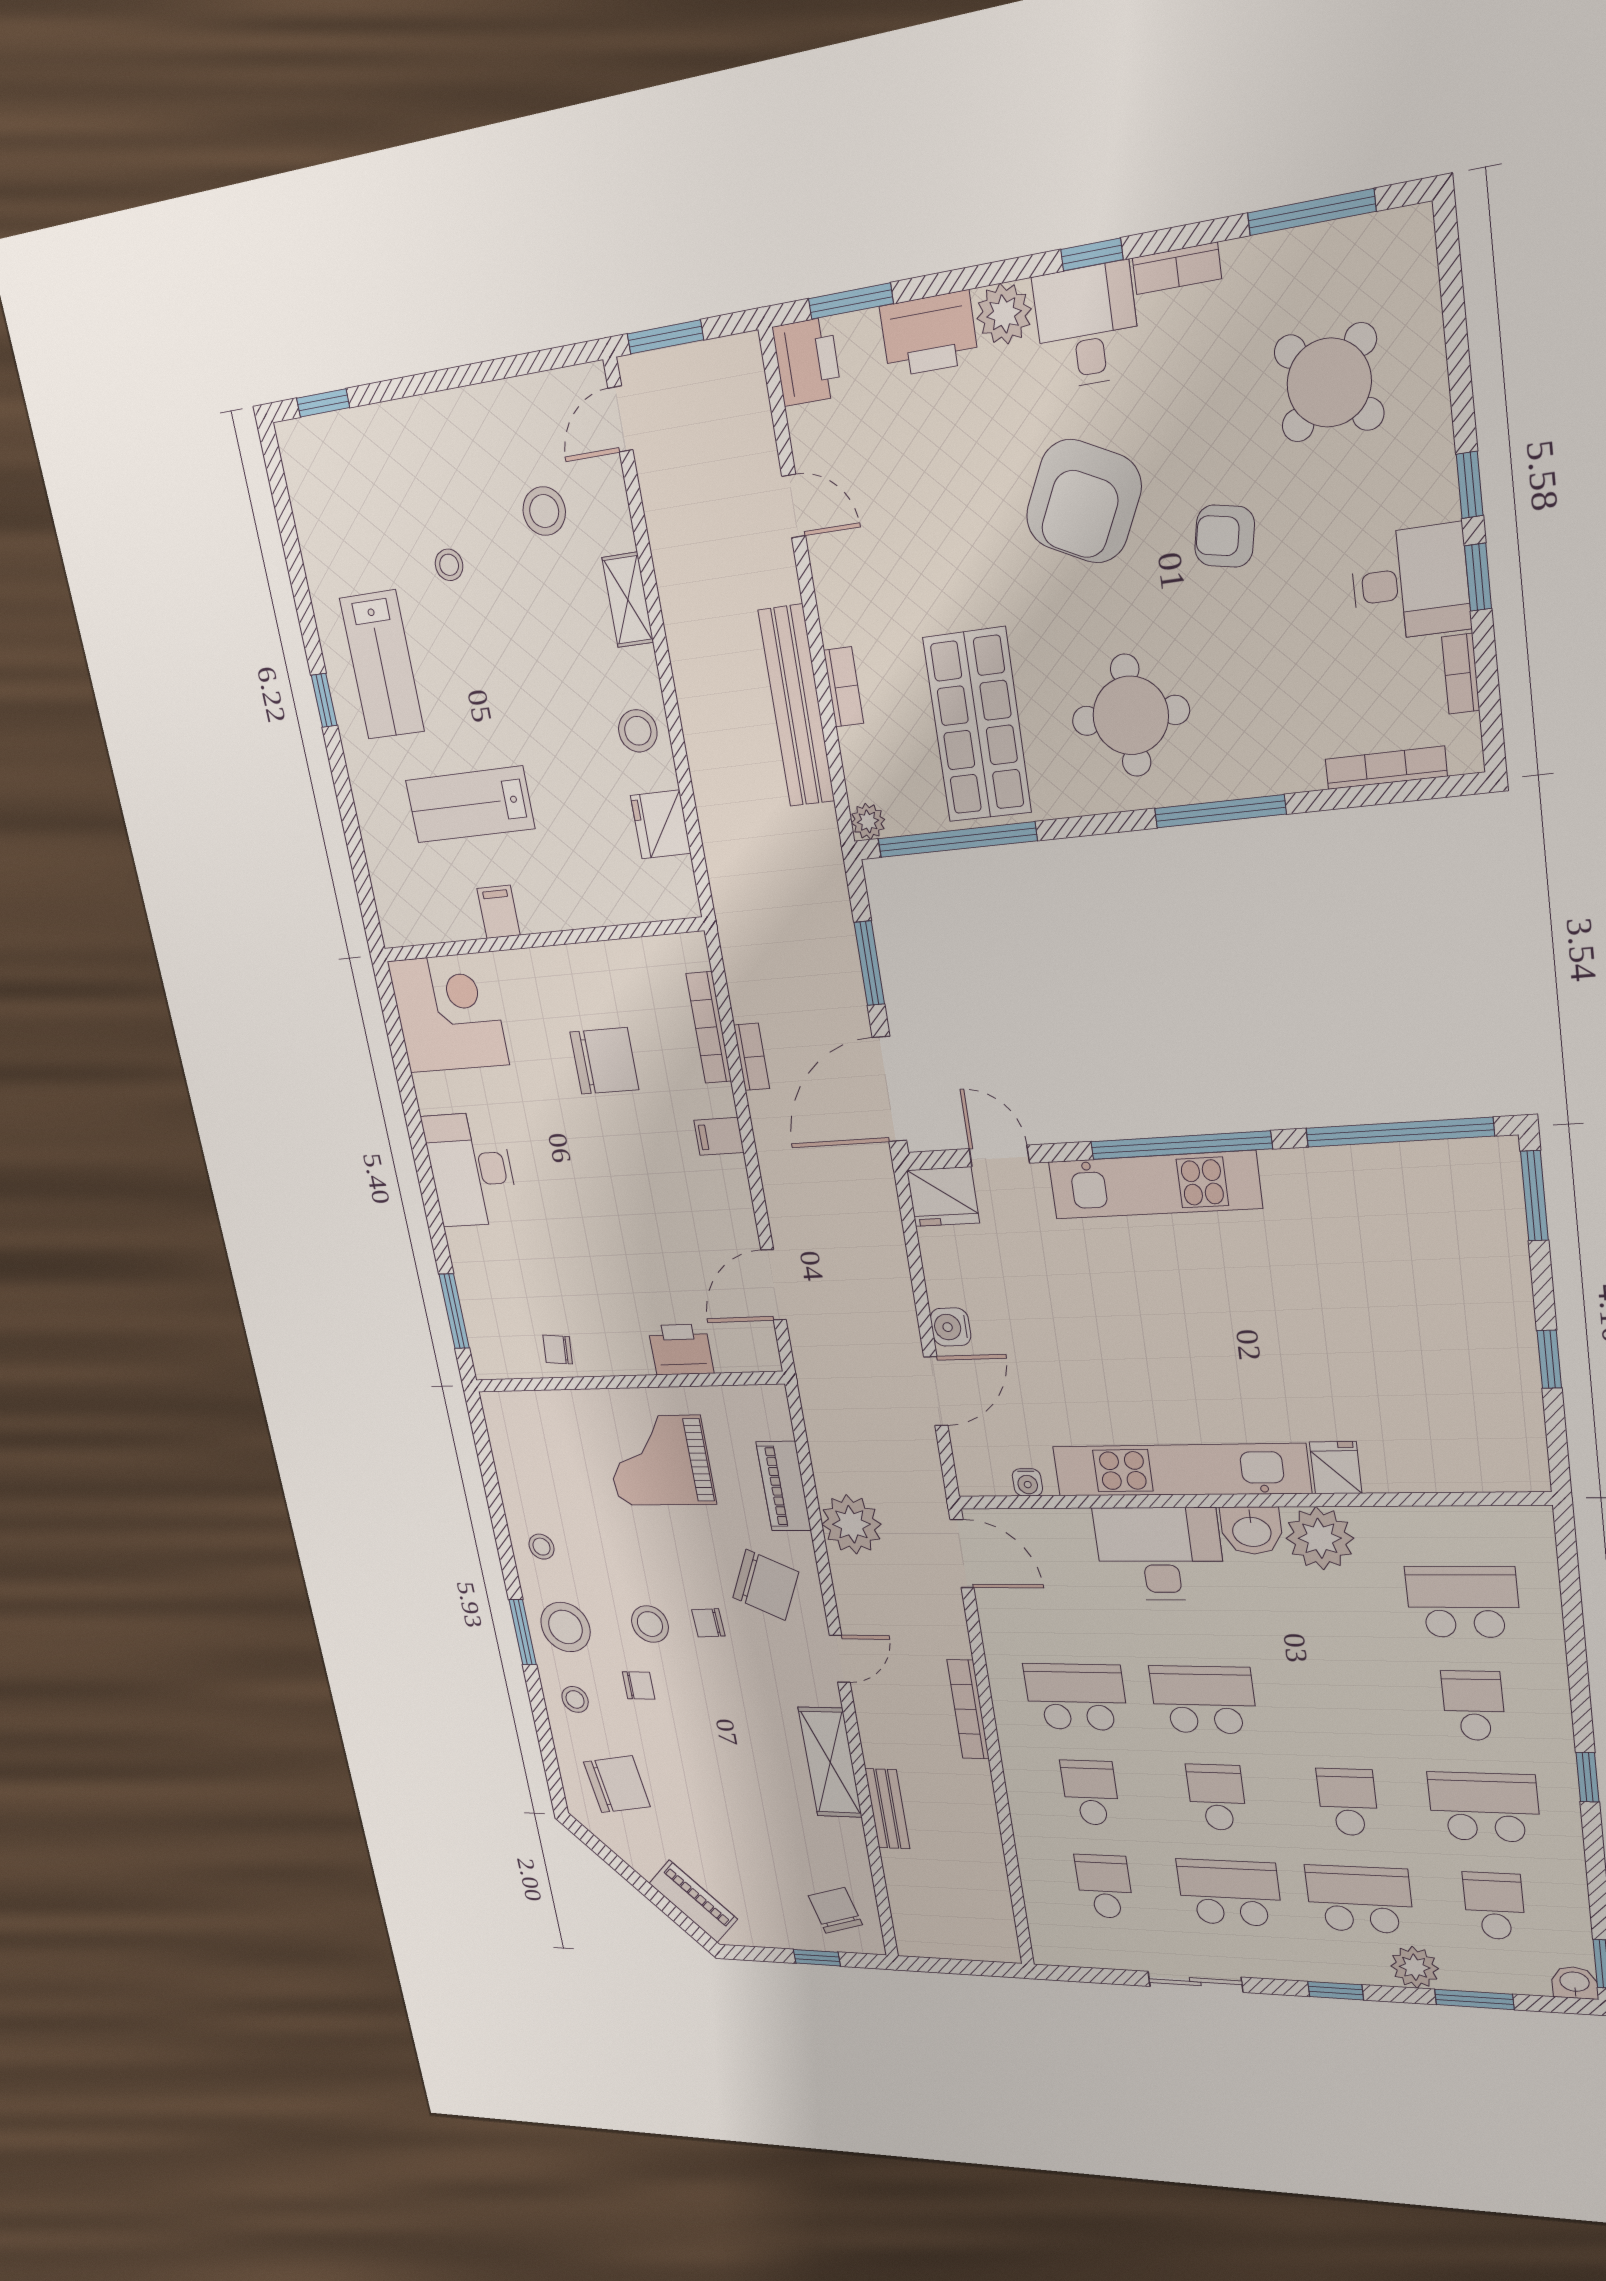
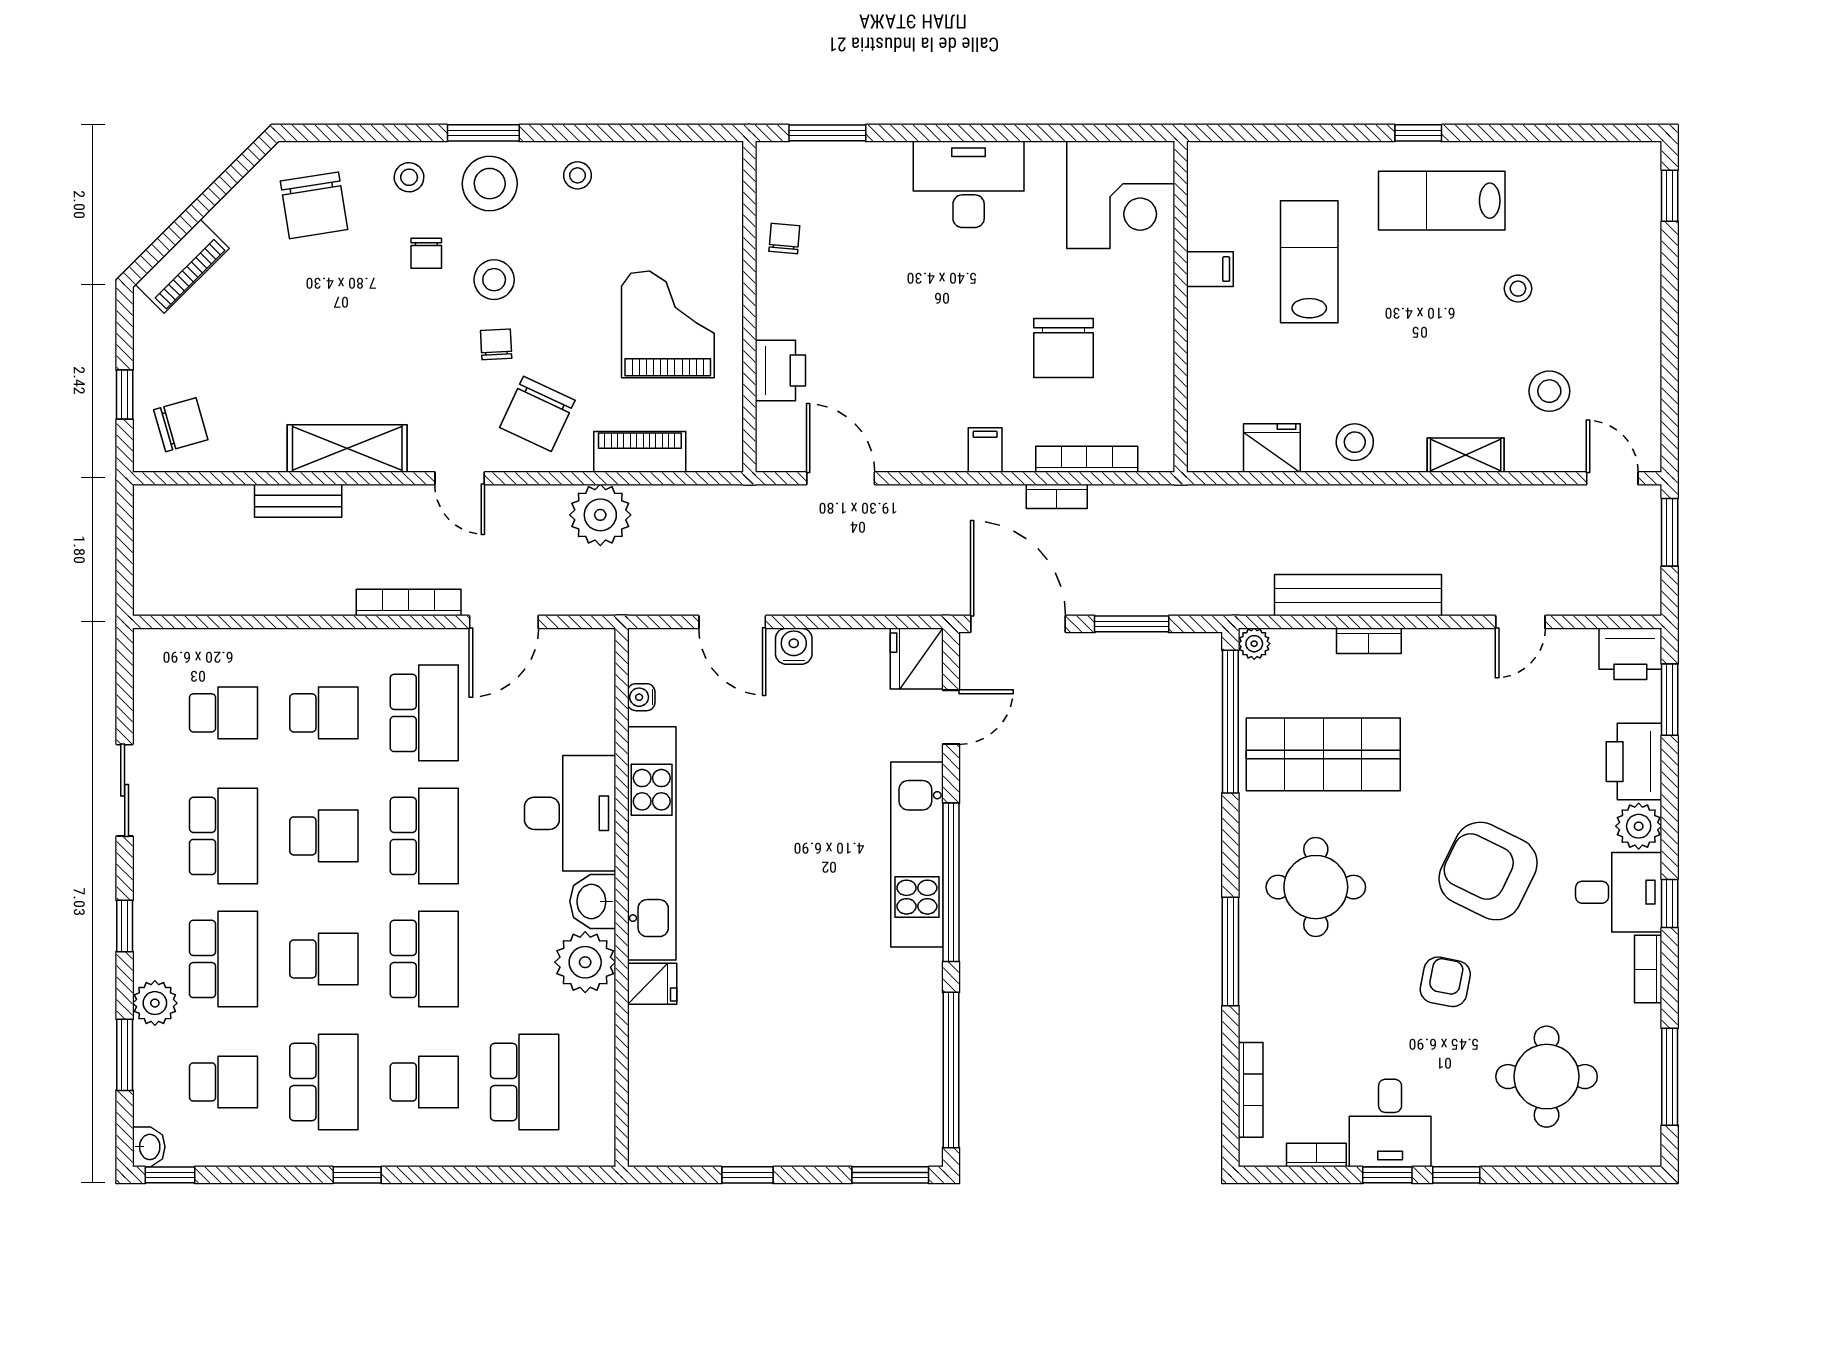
round table: (1329, 383) -> (1547, 1077), turned 45
door: (962, 1554) -> (504, 622), moved
school desk: (1336, 1703) -> (424, 959), added

